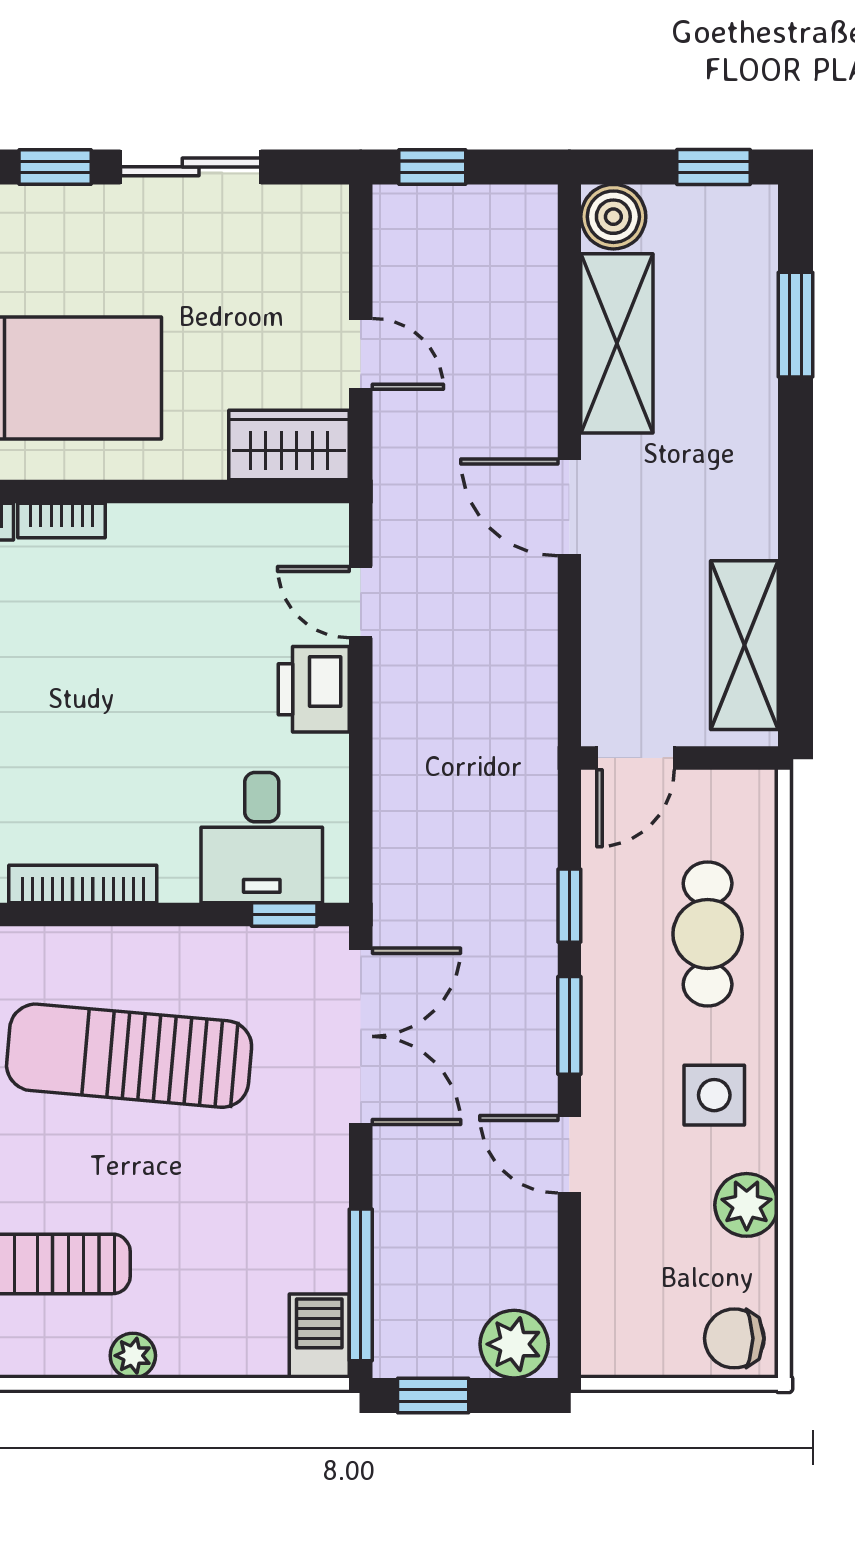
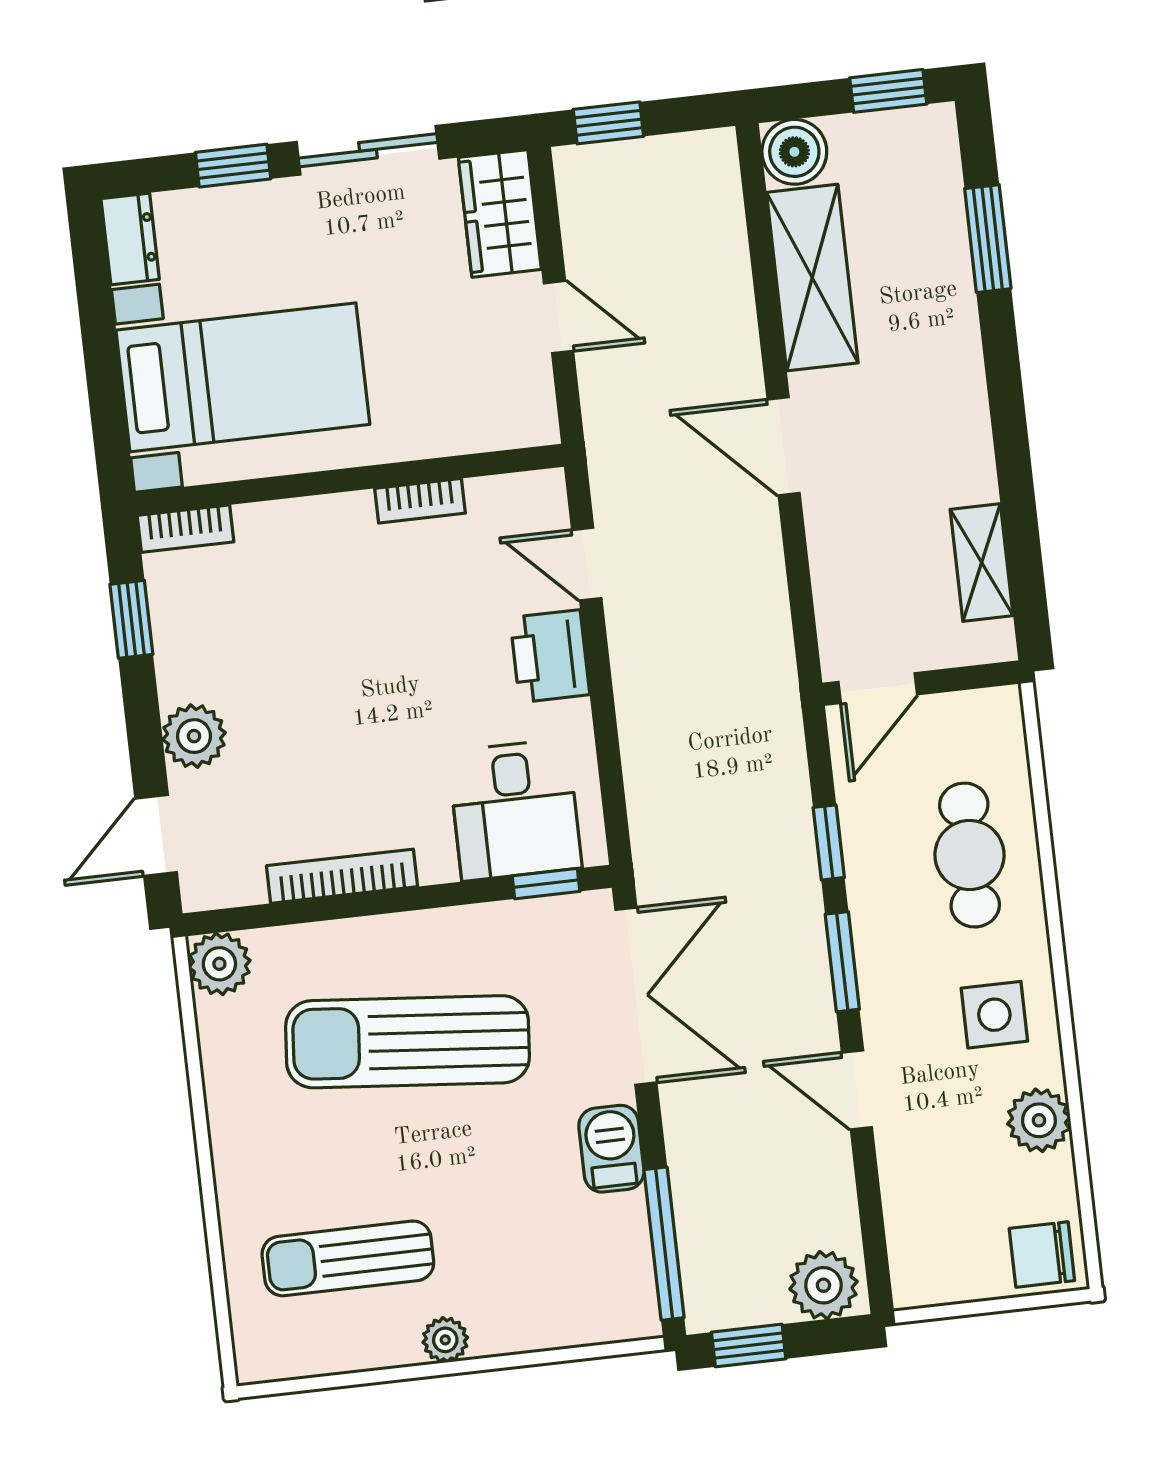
wardrobe: (289, 445) -> (500, 213), moved, turned -90
bookcase: (62, 520) -> (420, 501), moved
shelving: (744, 645) -> (982, 562), width x0.67, depth x0.75
barbecue: (319, 1336) -> (611, 1149), moved

